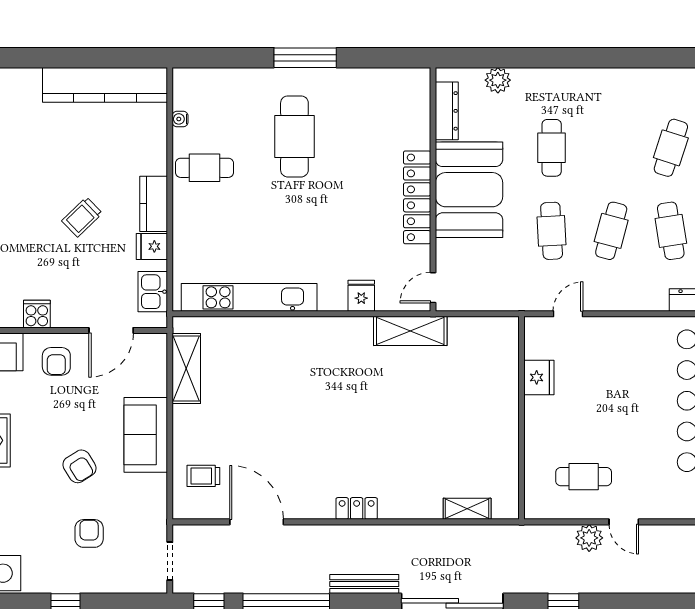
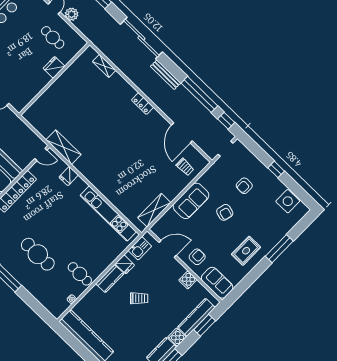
cafe table: (294, 136) -> (38, 254), turned 90
fridge: (539, 377) -> (54, 67), moved
armchair: (79, 466) -> (225, 212), turned 137

